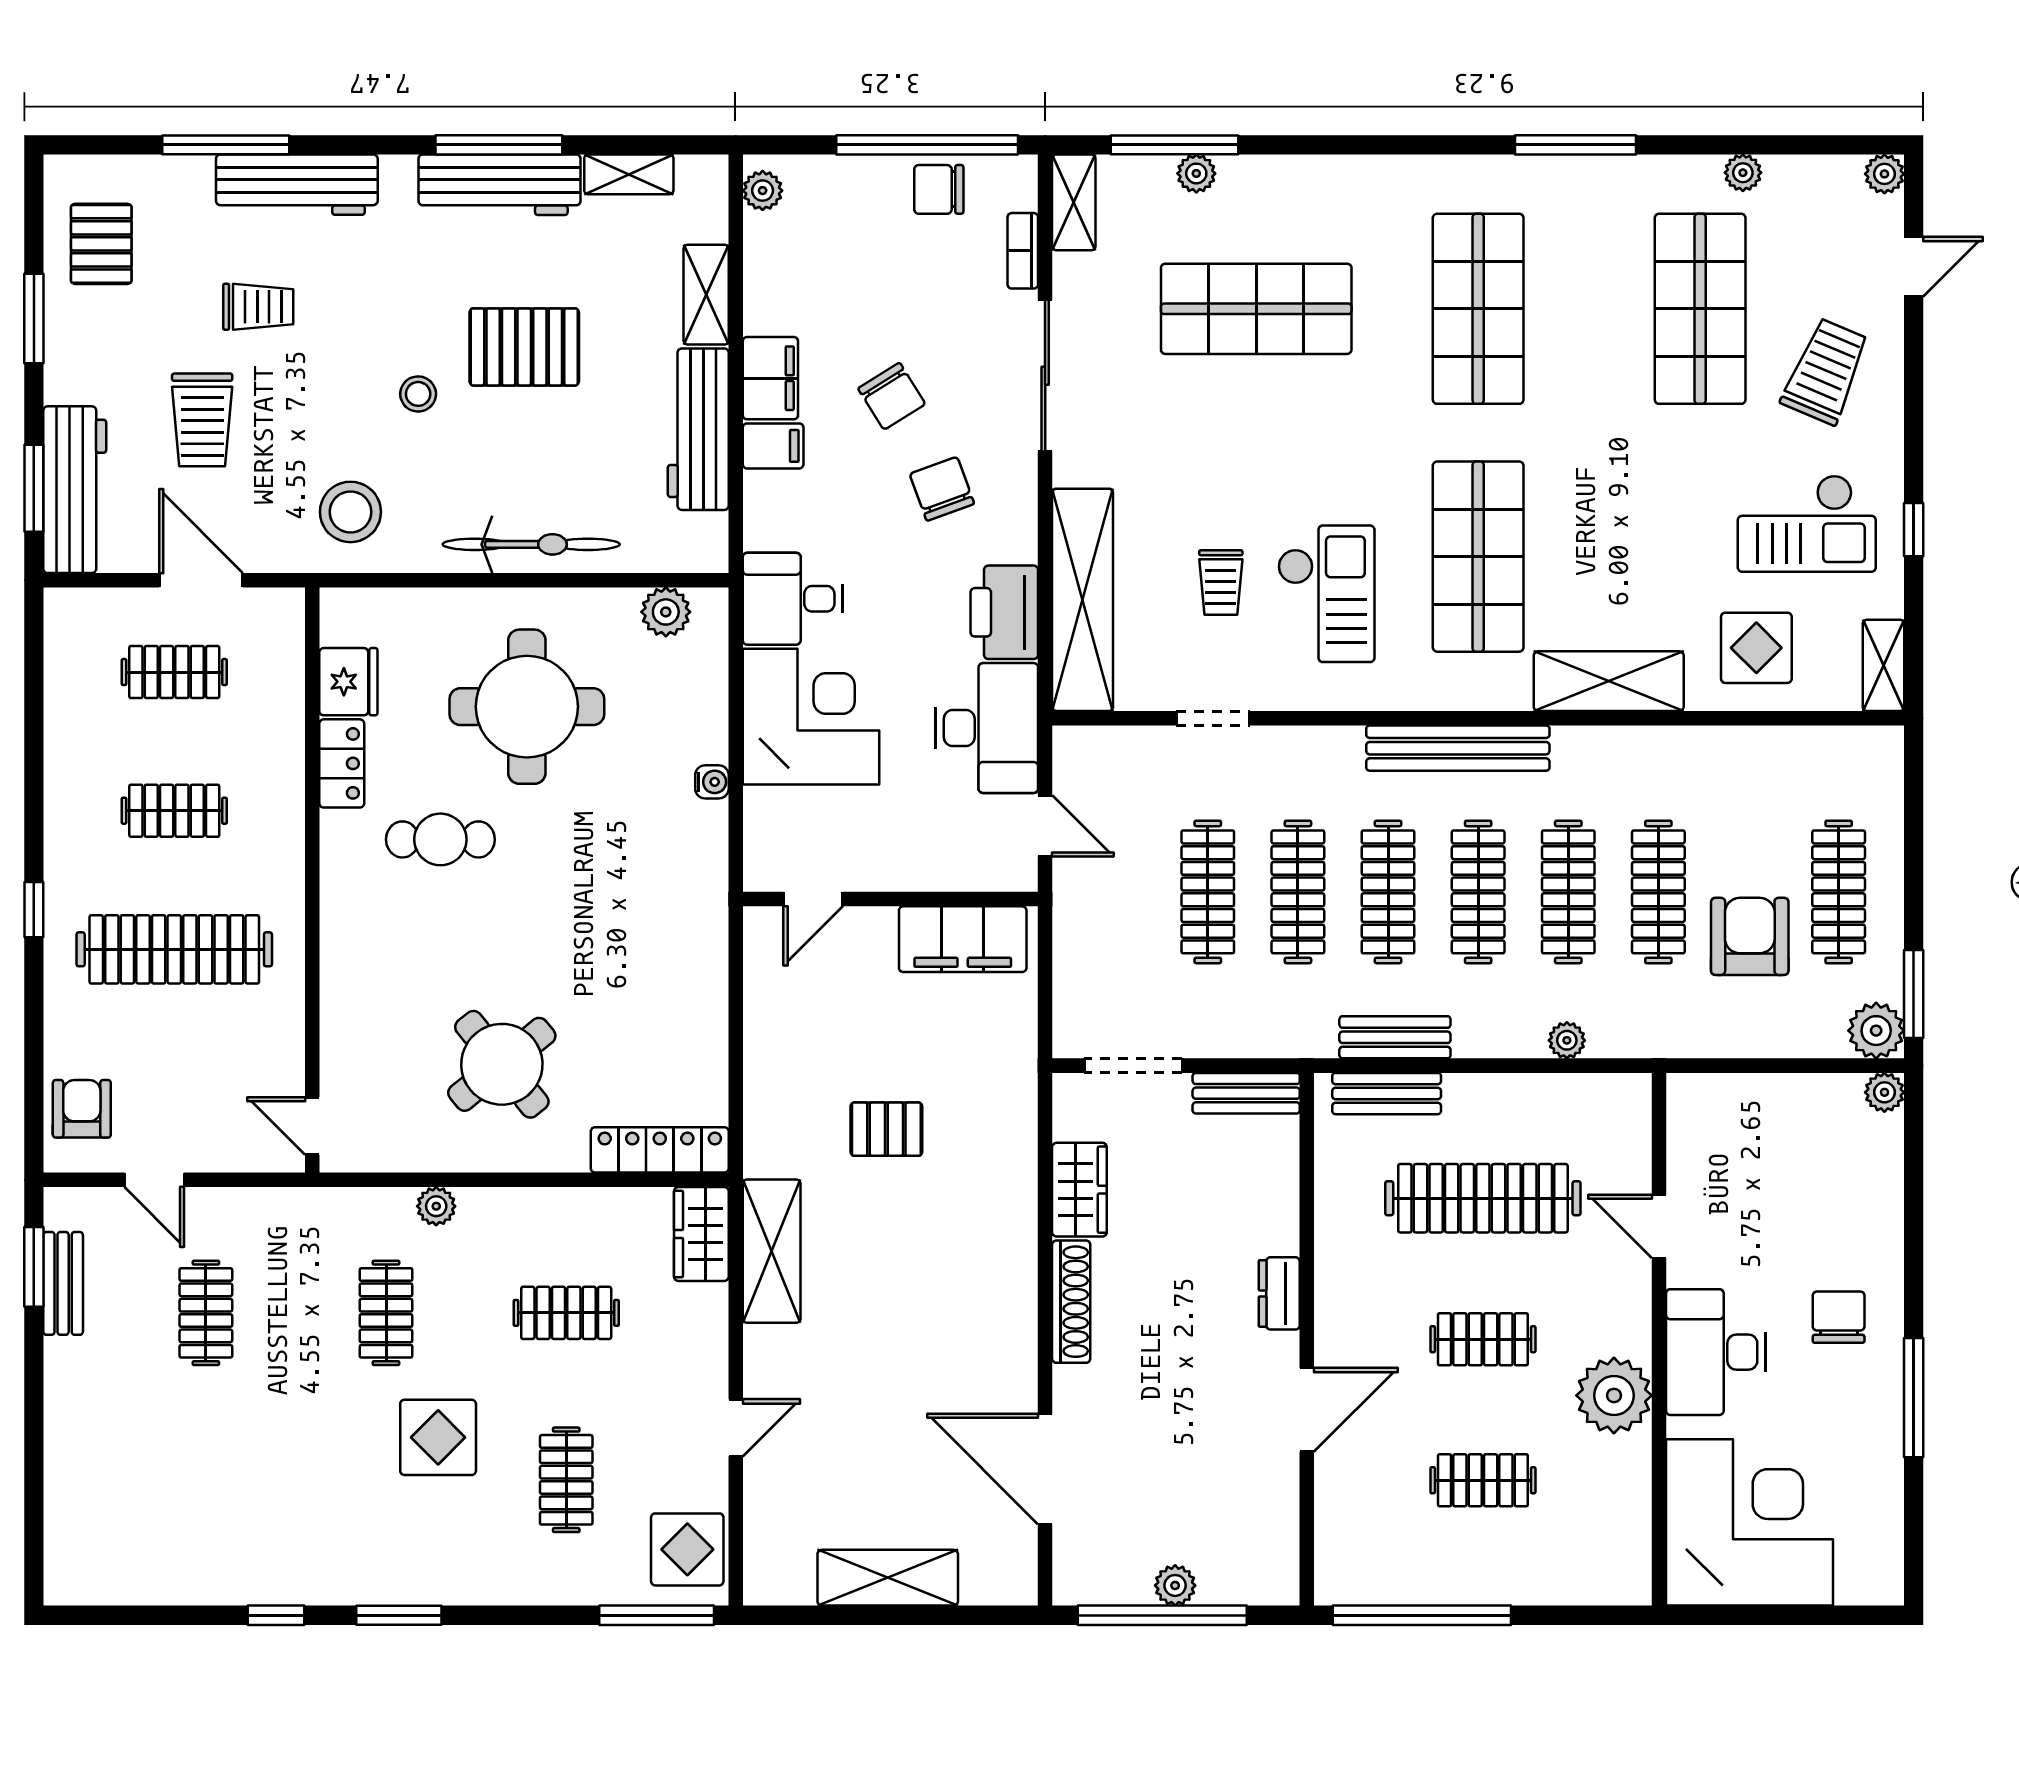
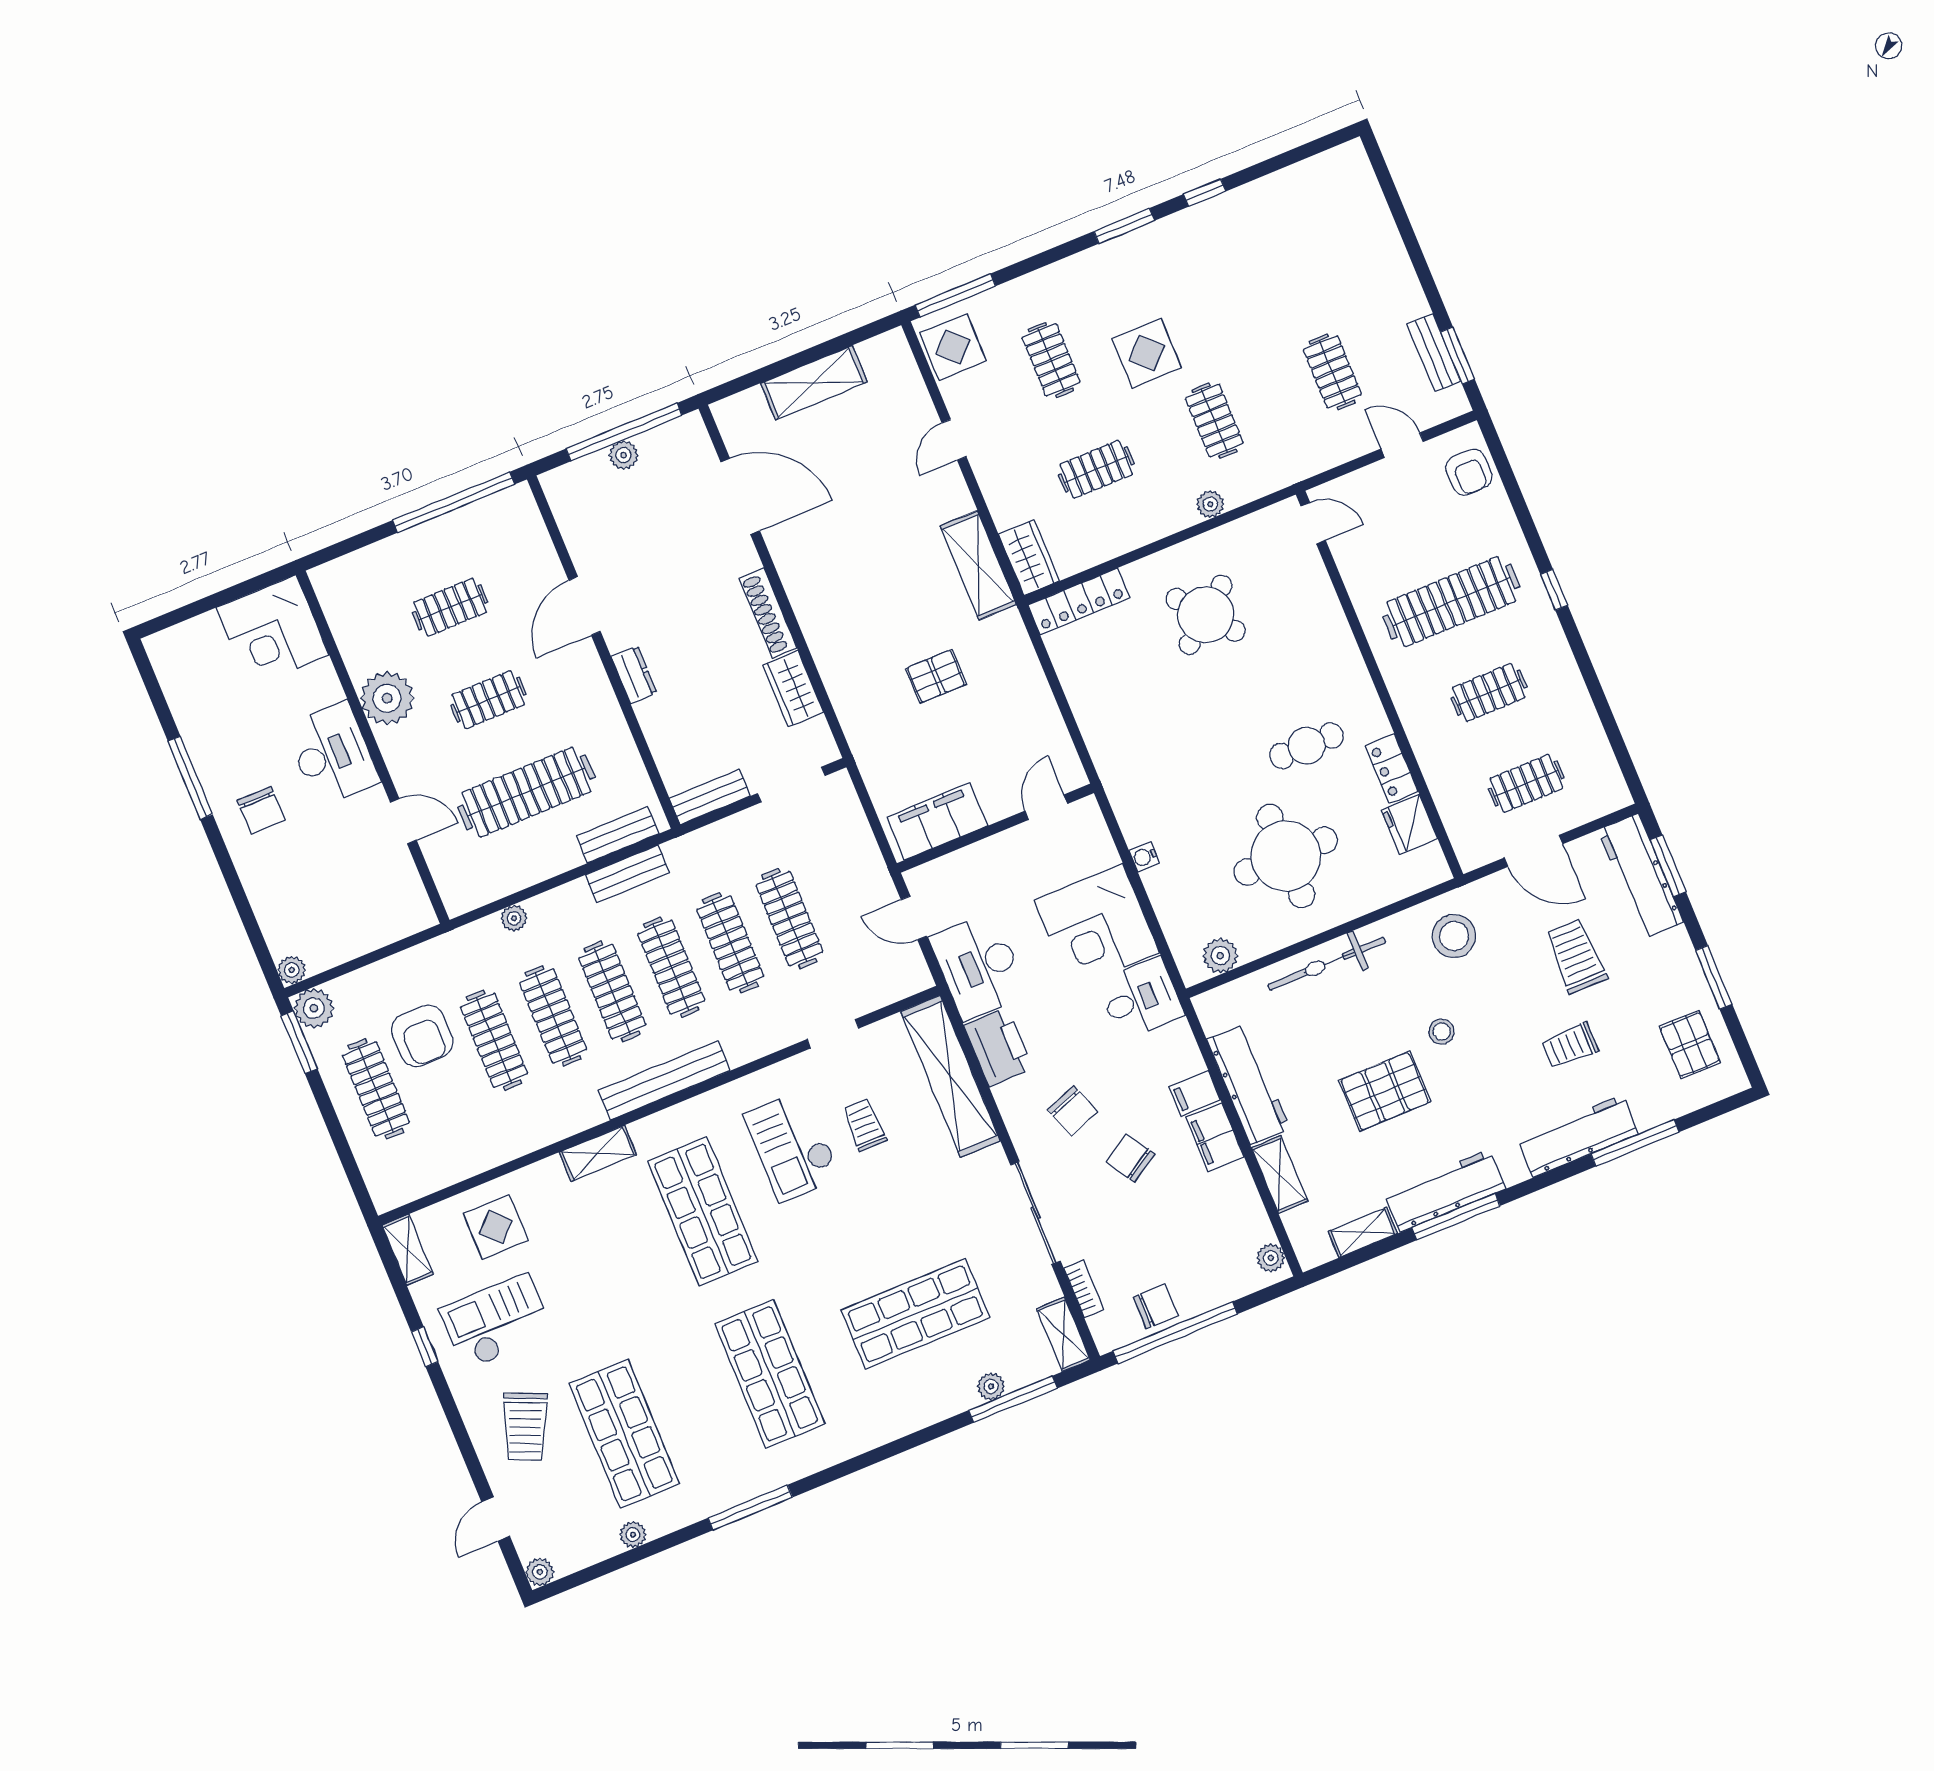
shelving: (1609, 681) -> (598, 1153), width x0.67, depth x0.75
corner desk: (1749, 1522) -> (273, 631), width x0.74, depth x0.74

